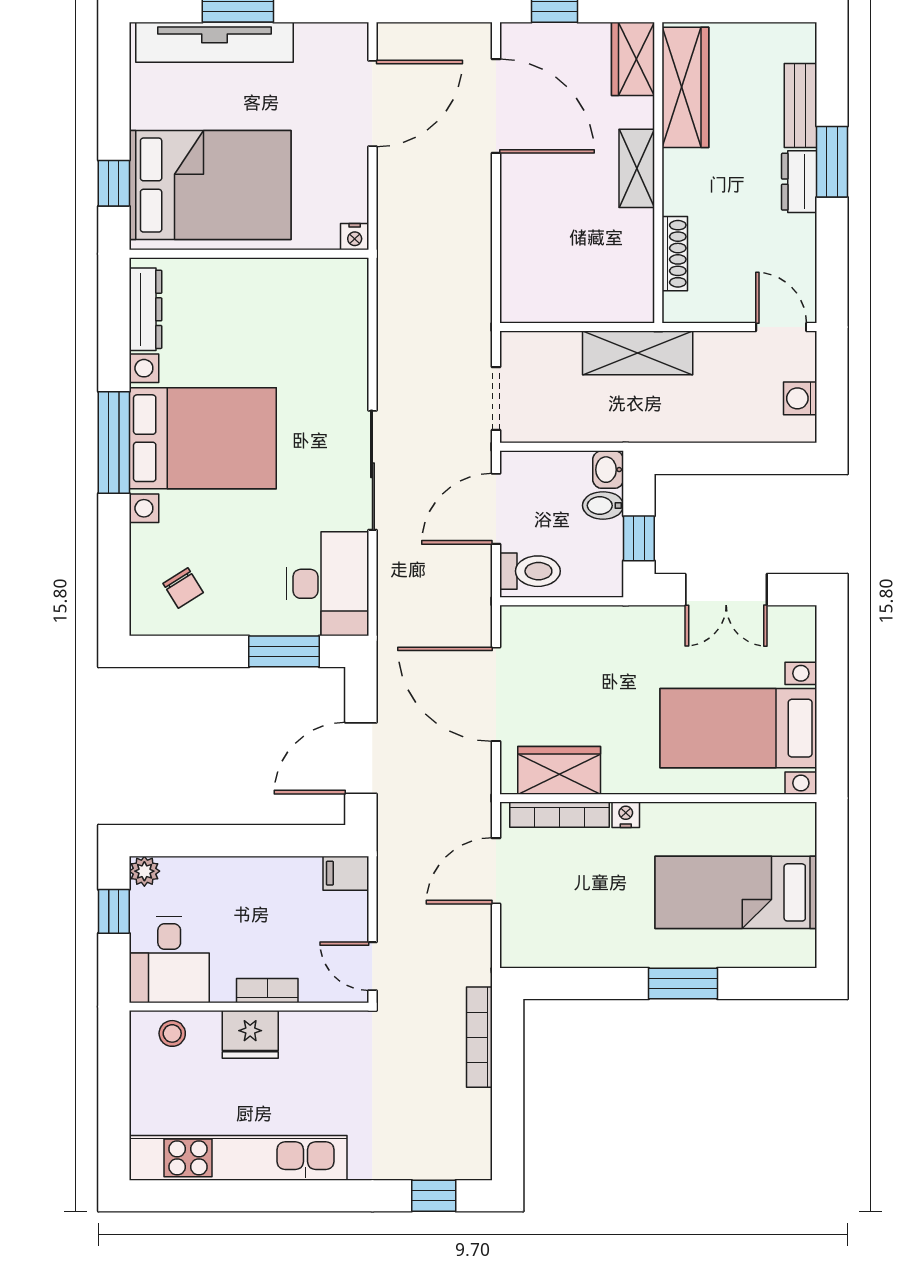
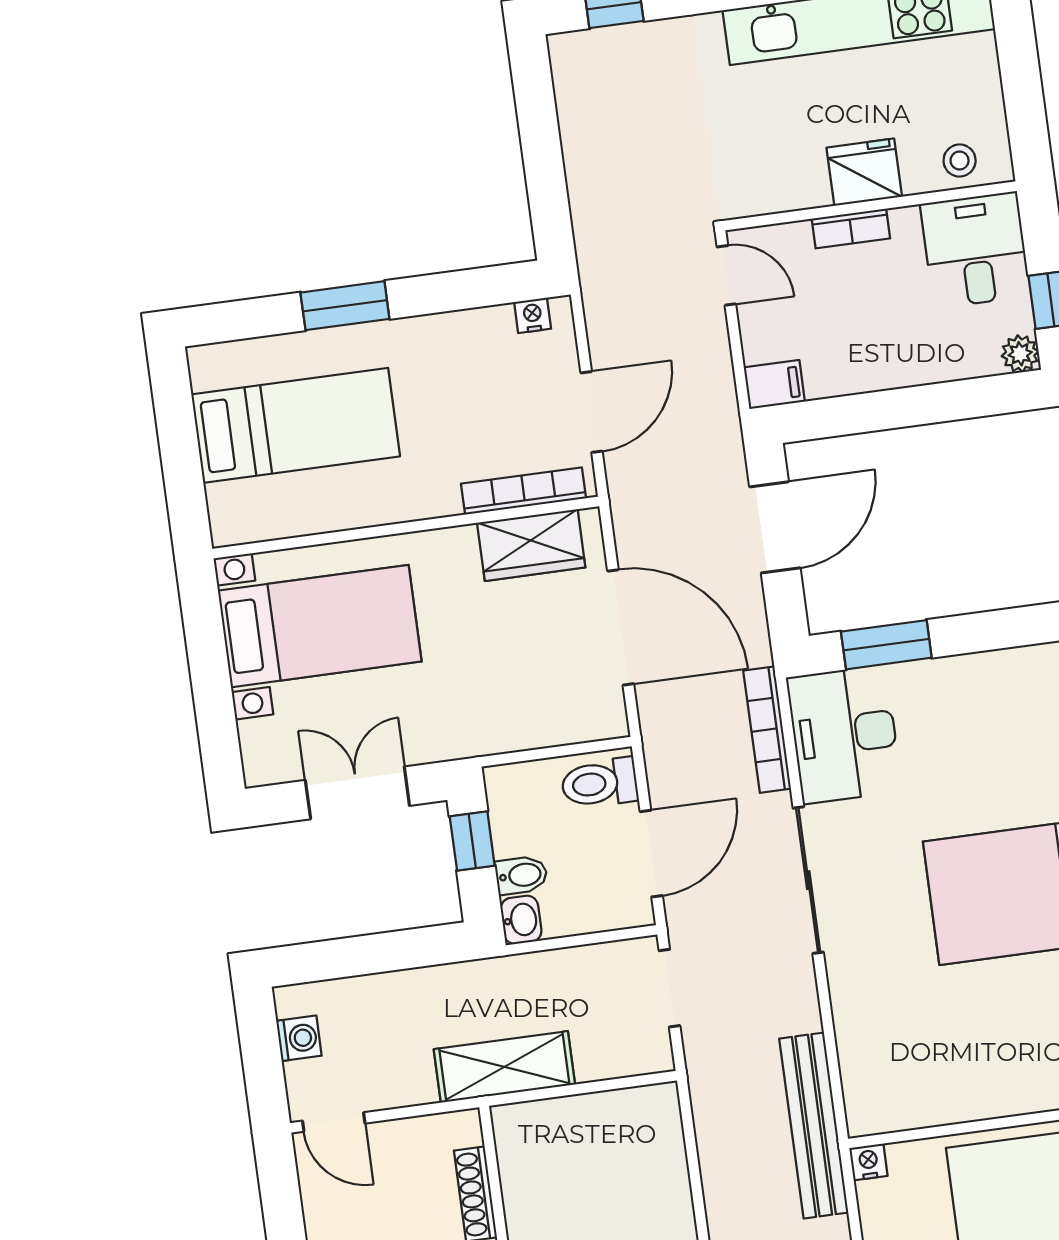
bench: (395, 272) -> (814, 1126), added
chair: (183, 588) -> (1020, 705), removed
nightstand: (626, 815) -> (533, 315), moved, turned 180
bookcase: (479, 1037) -> (767, 730), moved, turned 180

